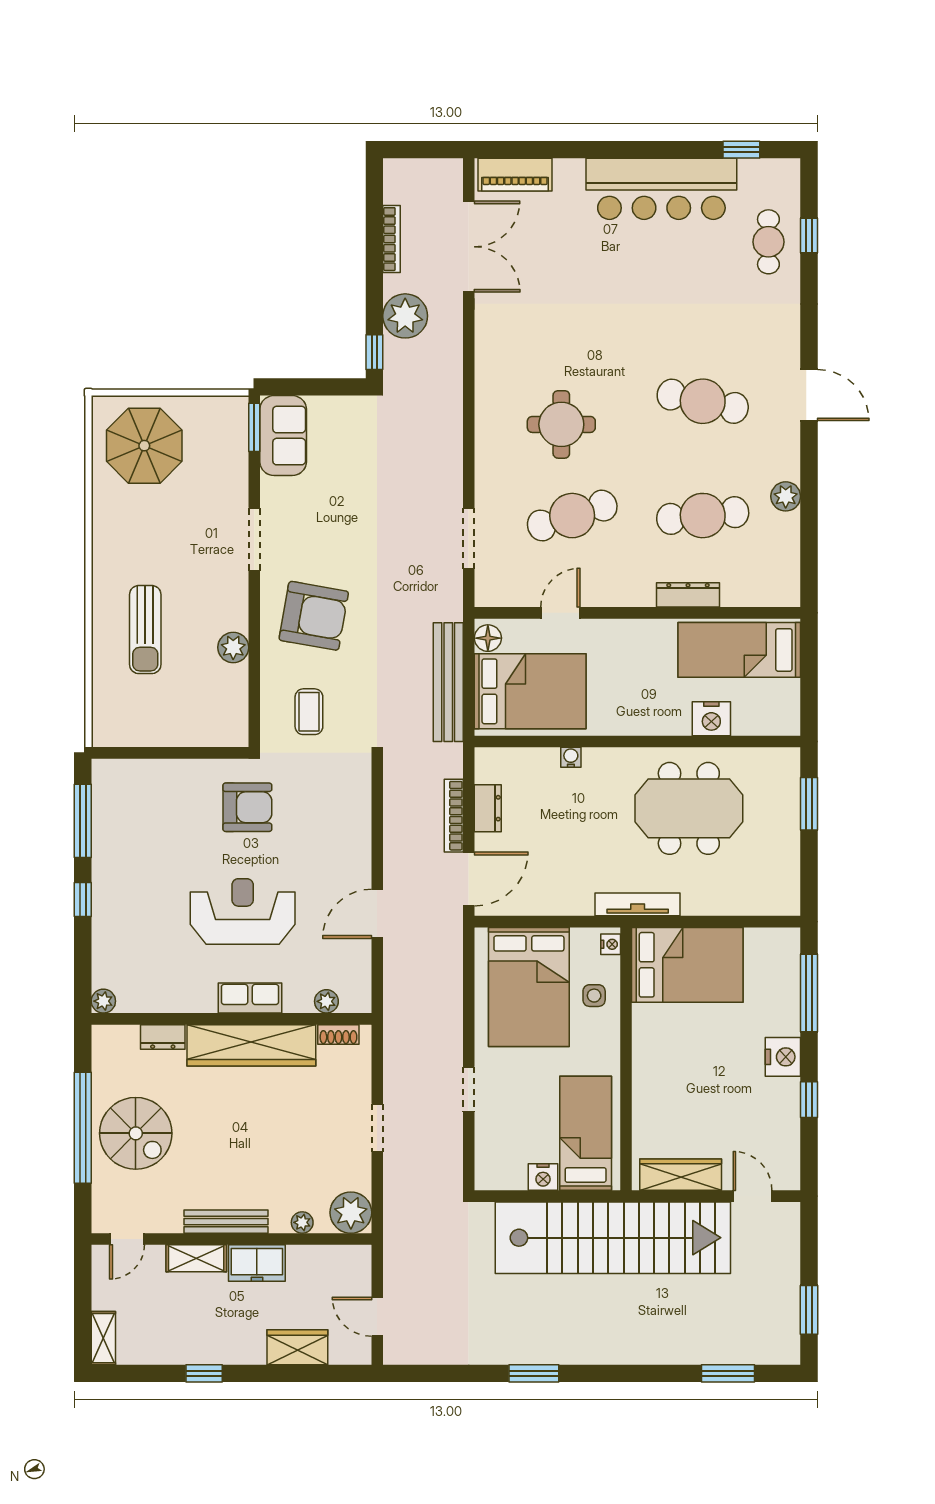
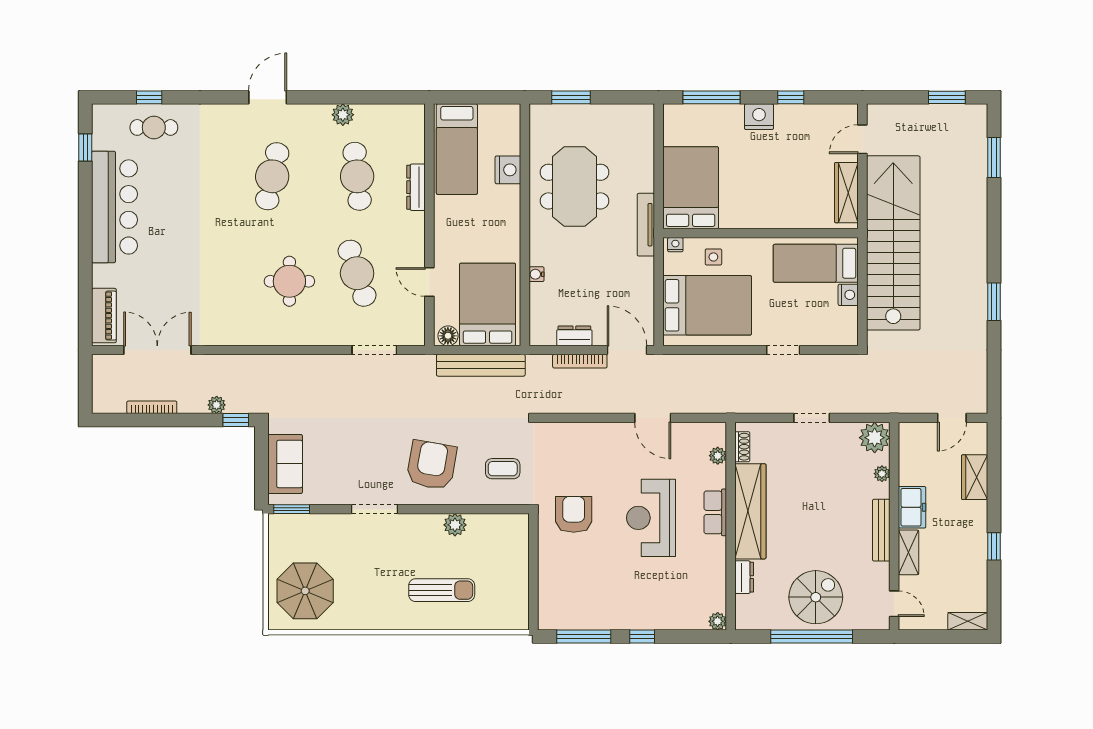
plant: (405, 316) -> (217, 405), width x0.53, depth x0.53
sofa: (283, 436) -> (285, 464), moved, turned 90

